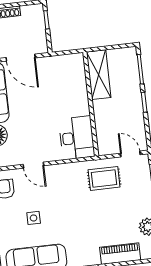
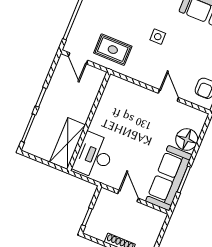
door: (21, 58) -> (128, 196), width x0.73
desk: (77, 138) -> (94, 156), moved
side table: (34, 218) -> (158, 37), moved

